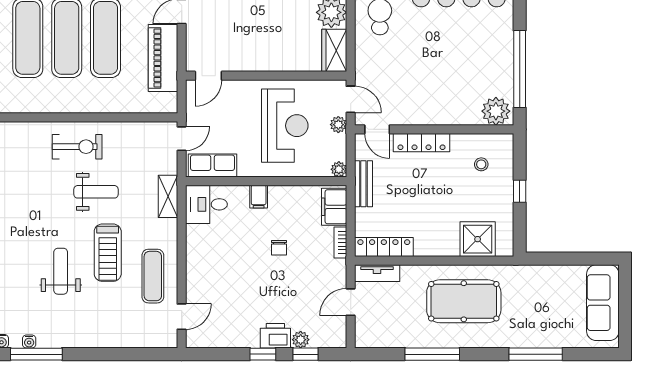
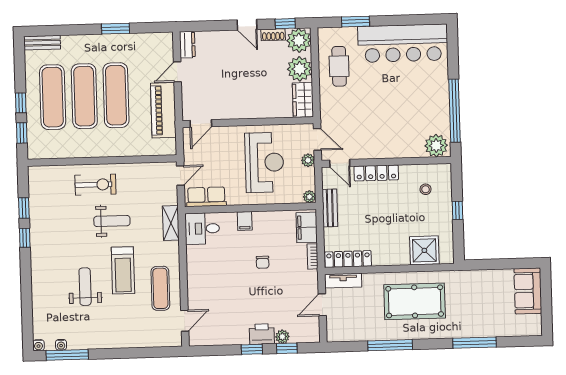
sofa: (603, 303) -> (528, 291), width x0.73

